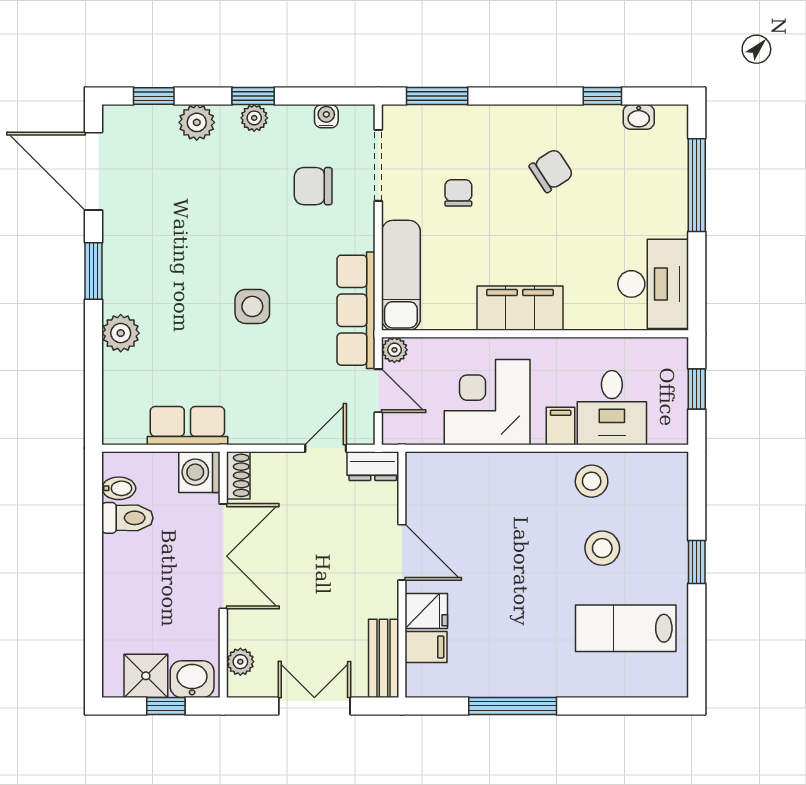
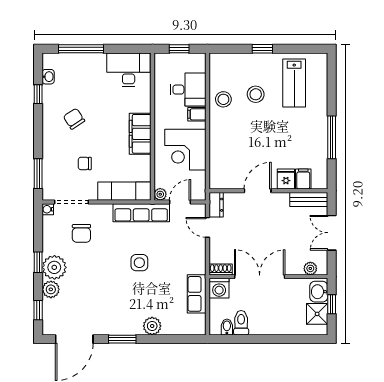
water cooler: (326, 116) -> (48, 209), moved
plant: (254, 118) -> (54, 267), width x1.88, depth x1.88

